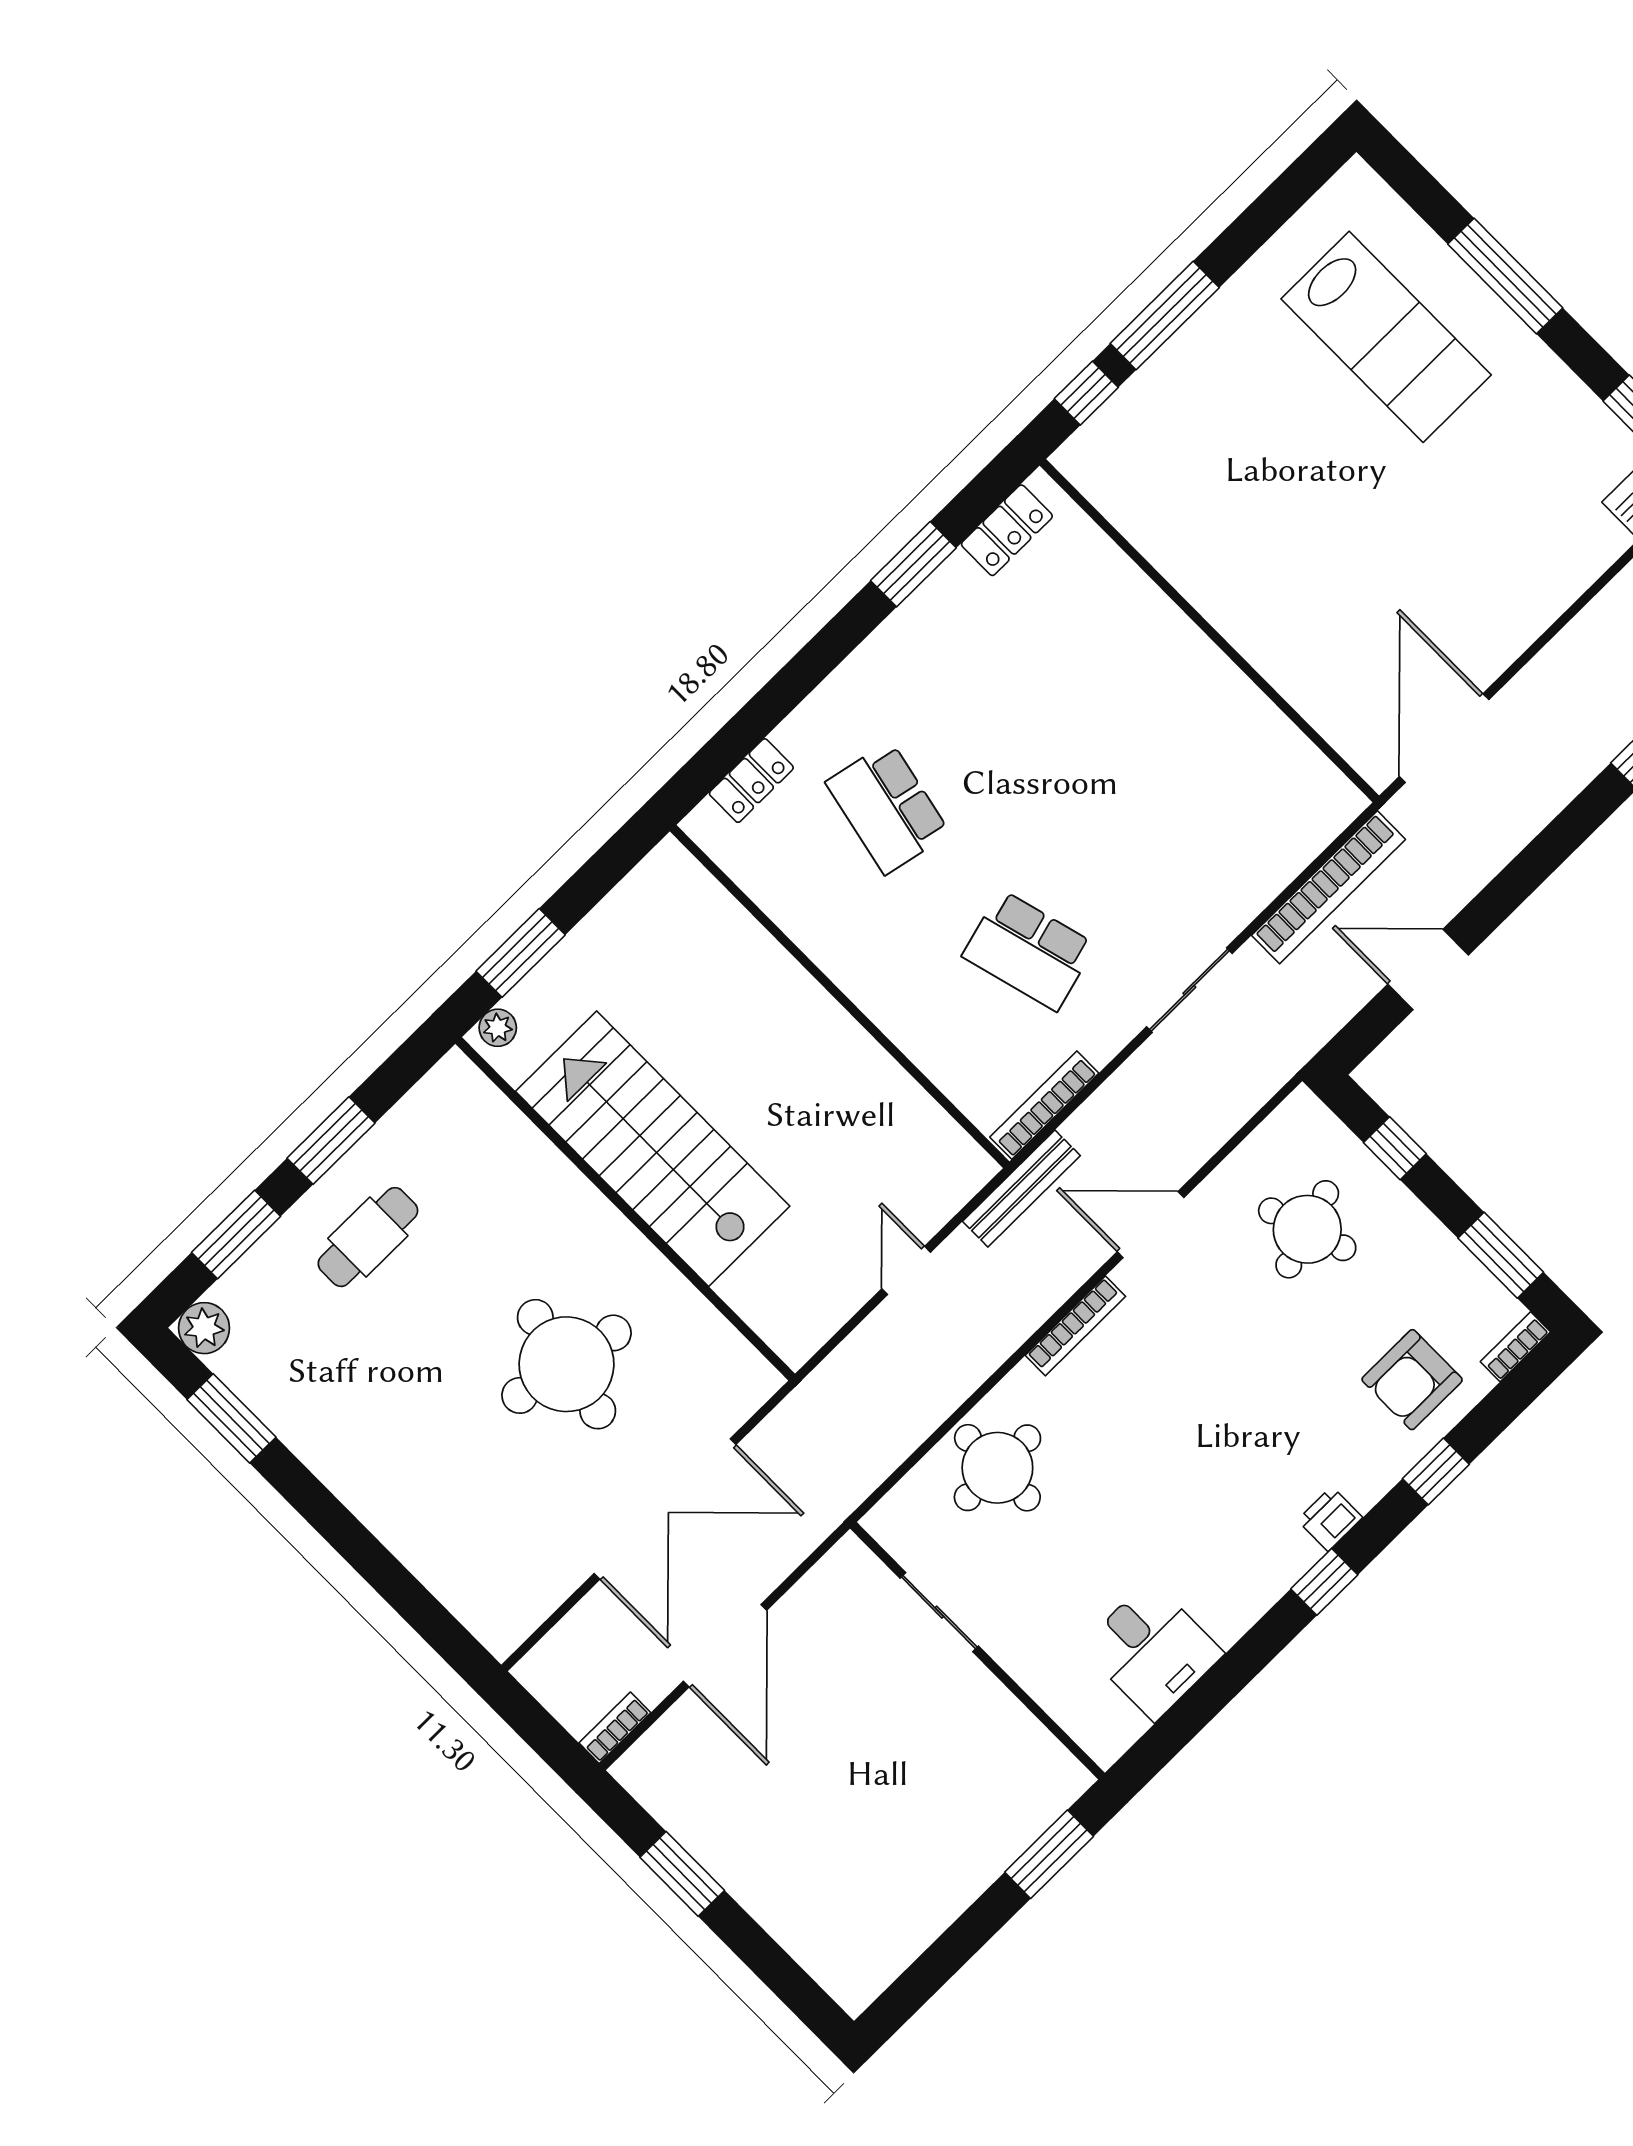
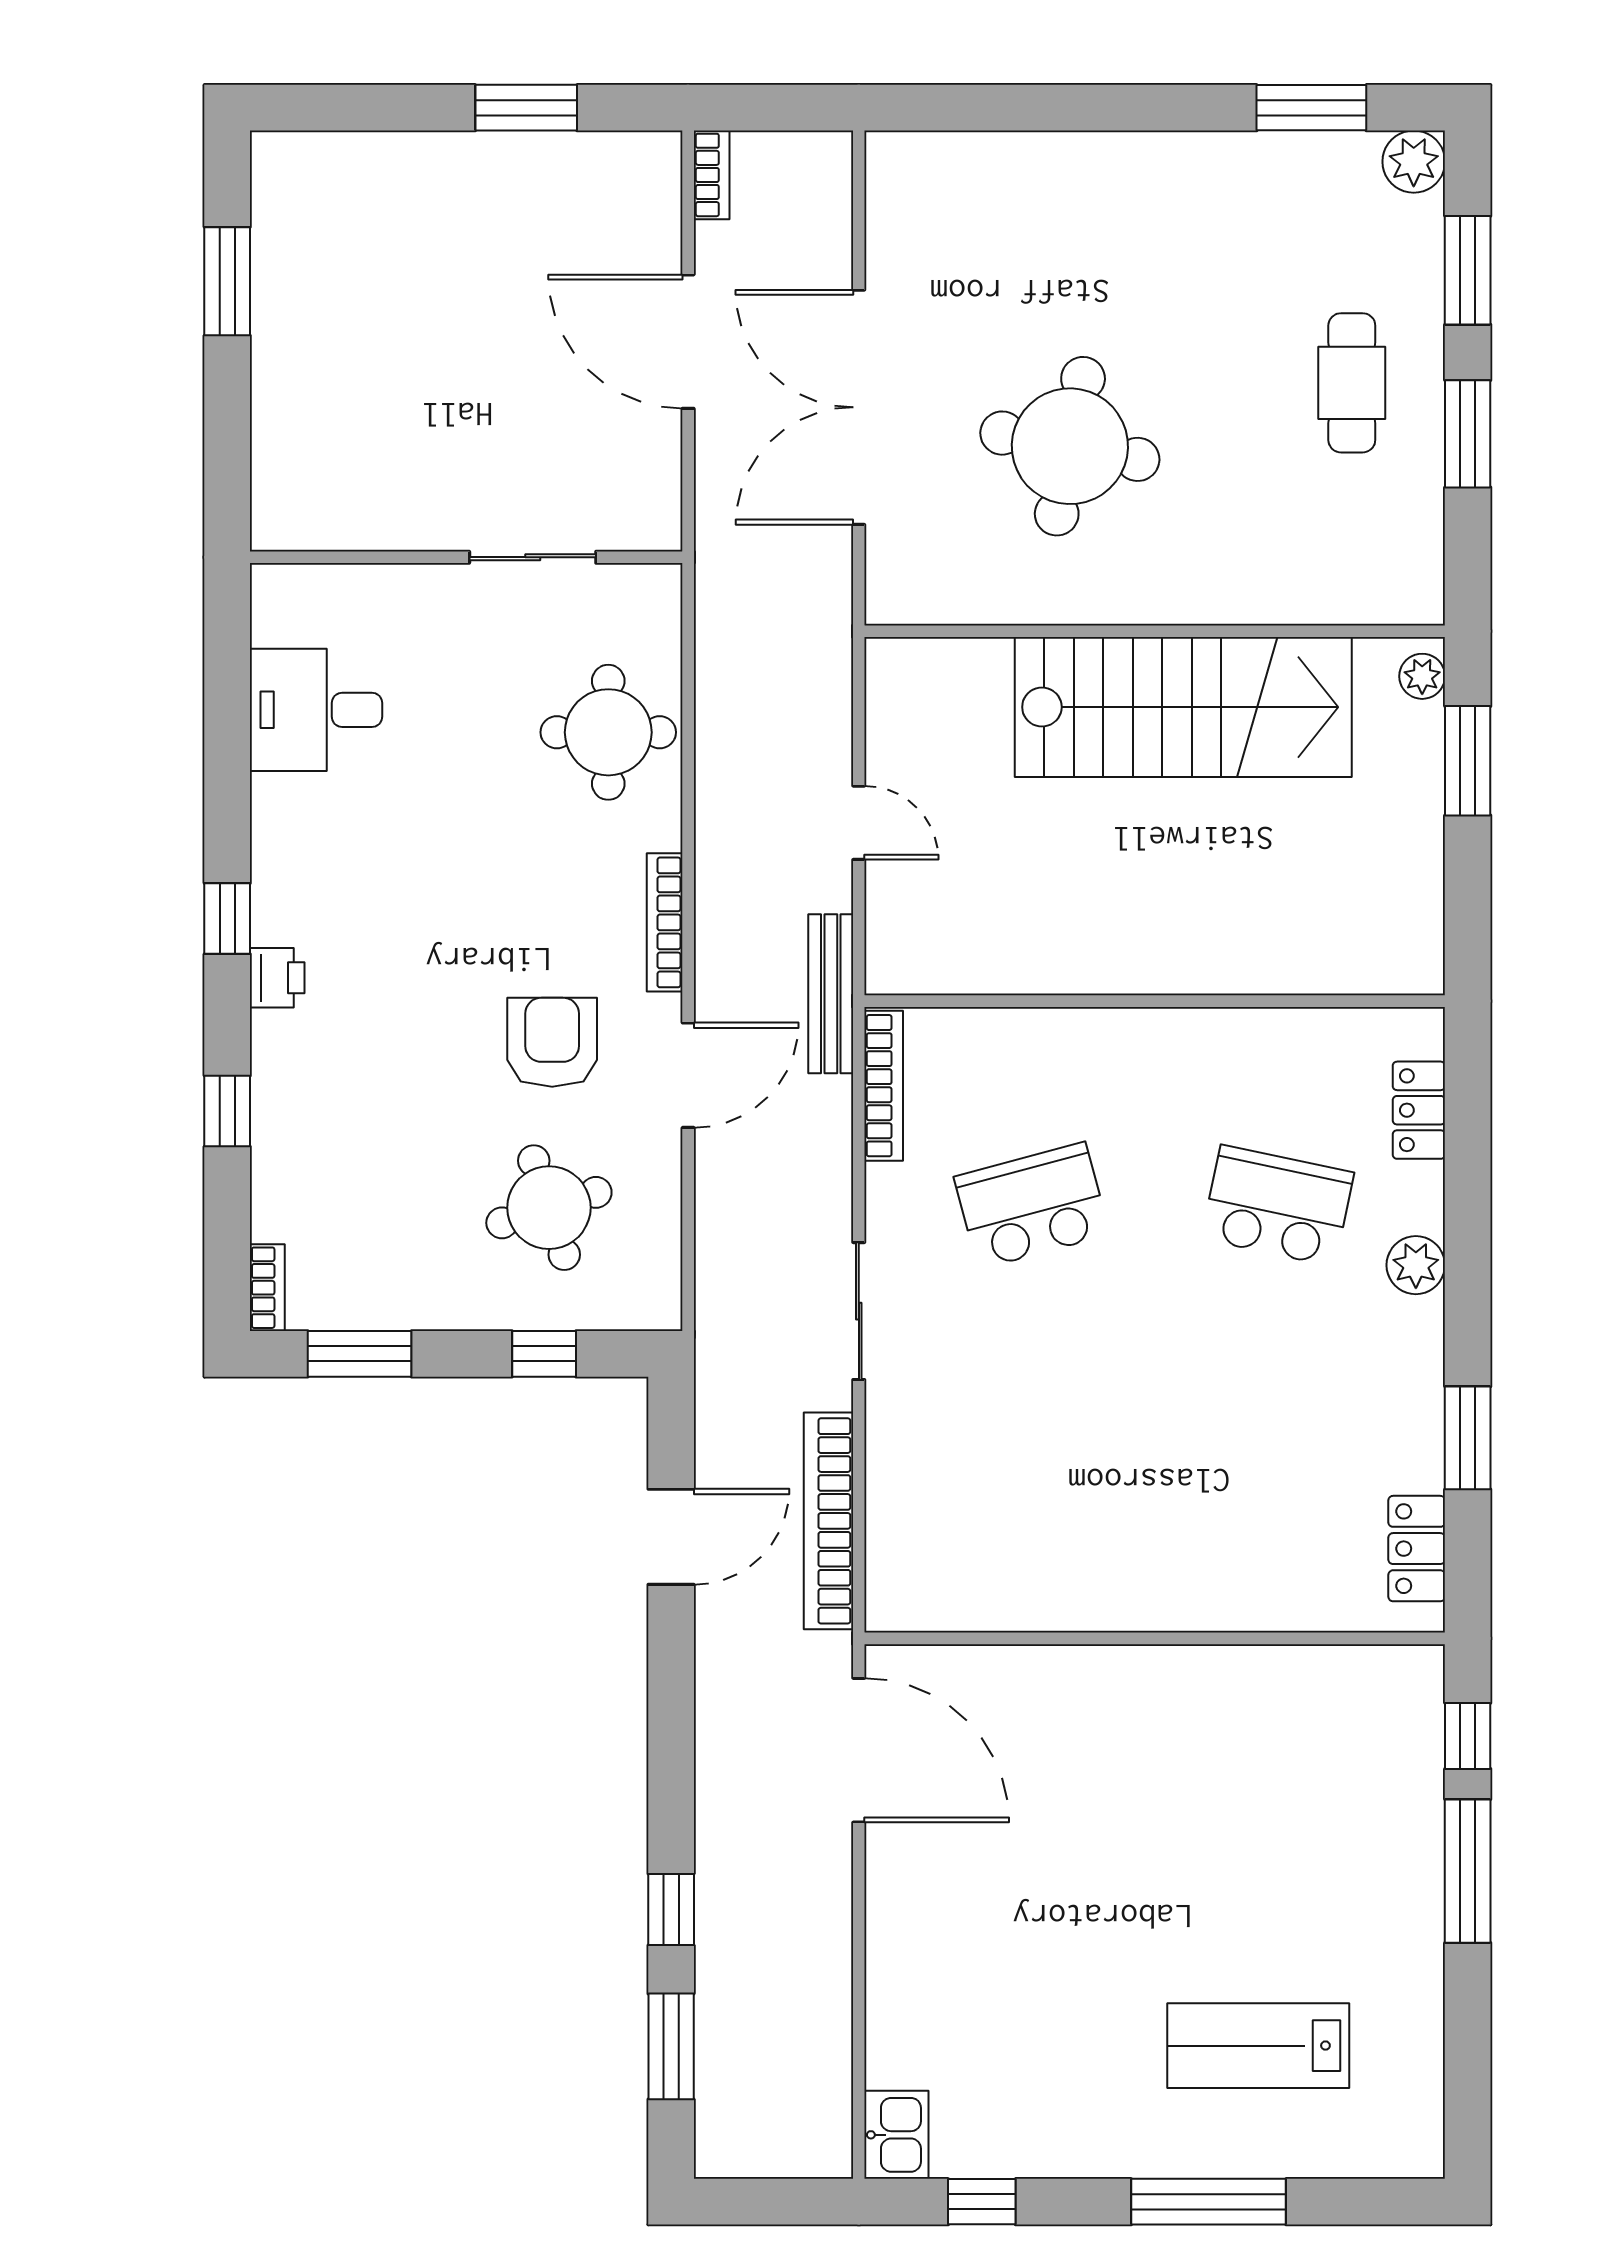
lab bench: (1386, 337) -> (1258, 2046), width x0.73, depth x0.72
plant: (843, 693) -> (1416, 1265), added
armchair: (1412, 1380) -> (552, 1042), moved
window: (1049, 1854) -> (227, 281), moved

